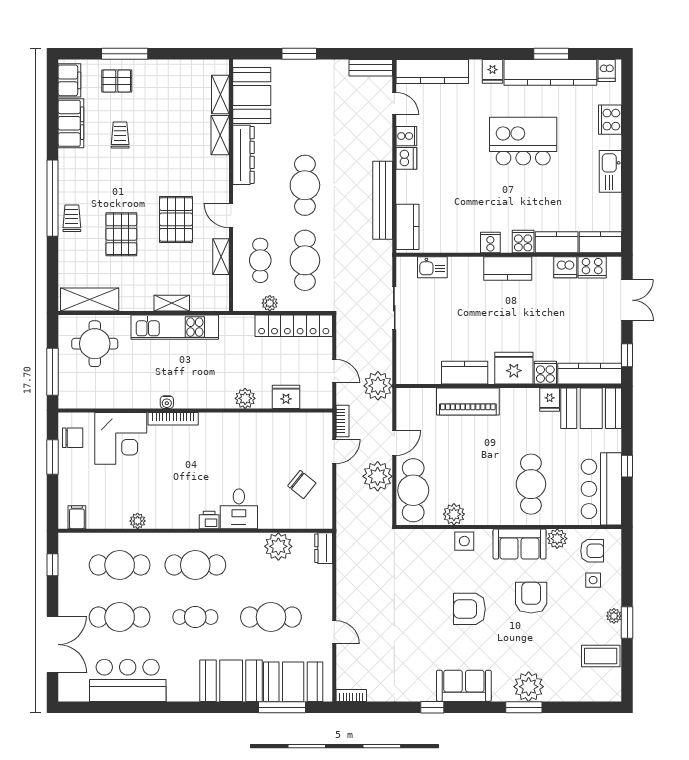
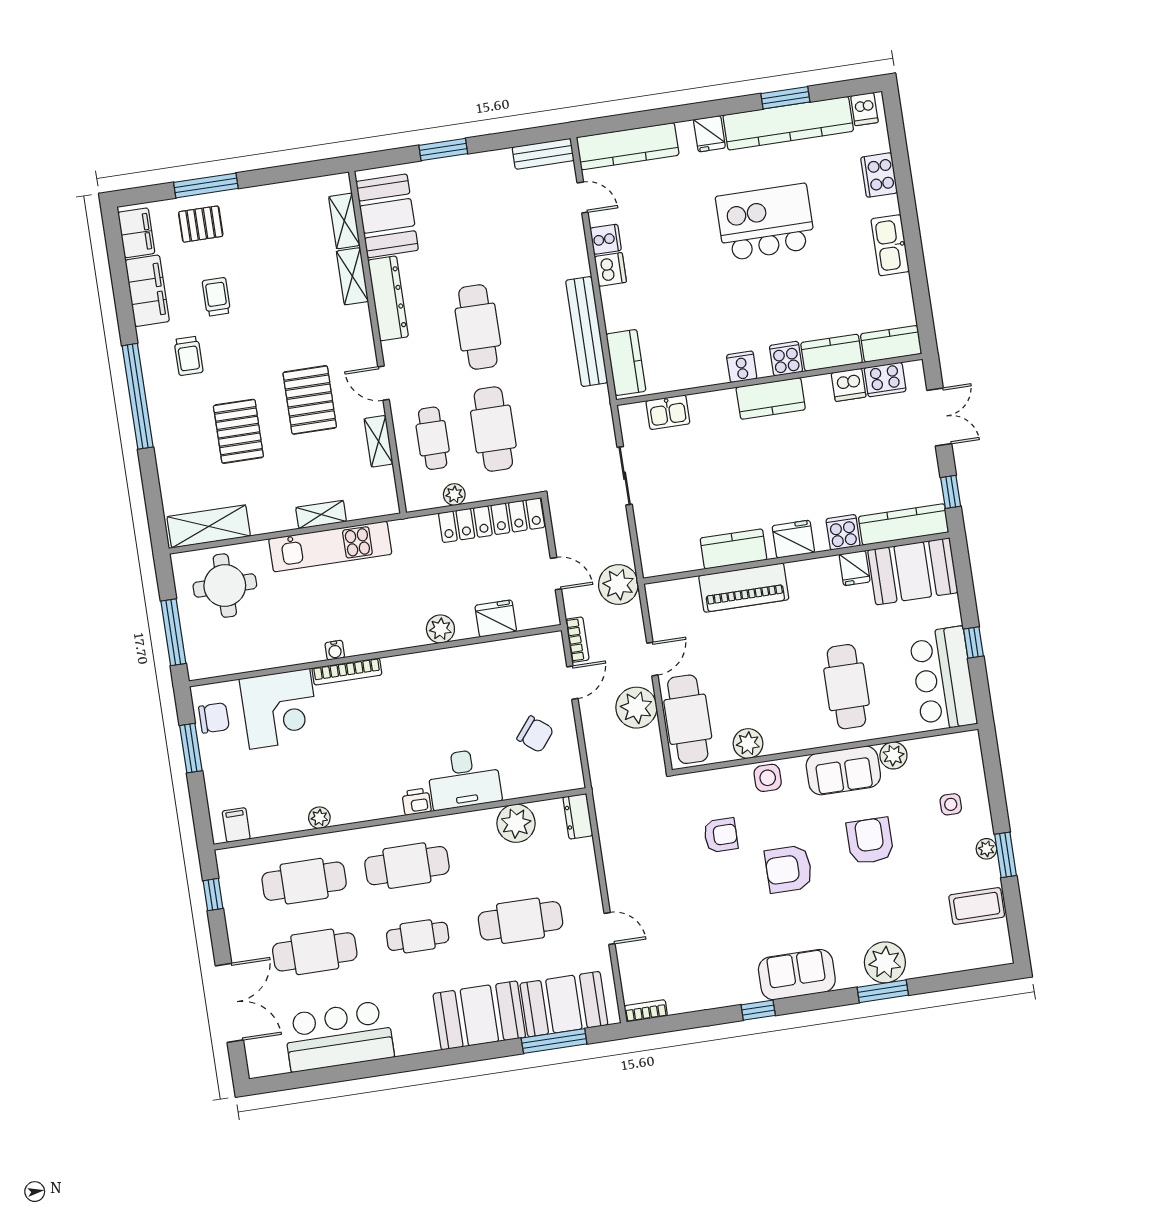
trolley: (72, 218) -> (189, 356), moved, turned 180
fridge: (514, 368) -> (793, 539), width x0.73, depth x0.75
desk: (239, 509) -> (464, 779), width x1.37
armchair: (592, 551) -> (721, 835), moved

